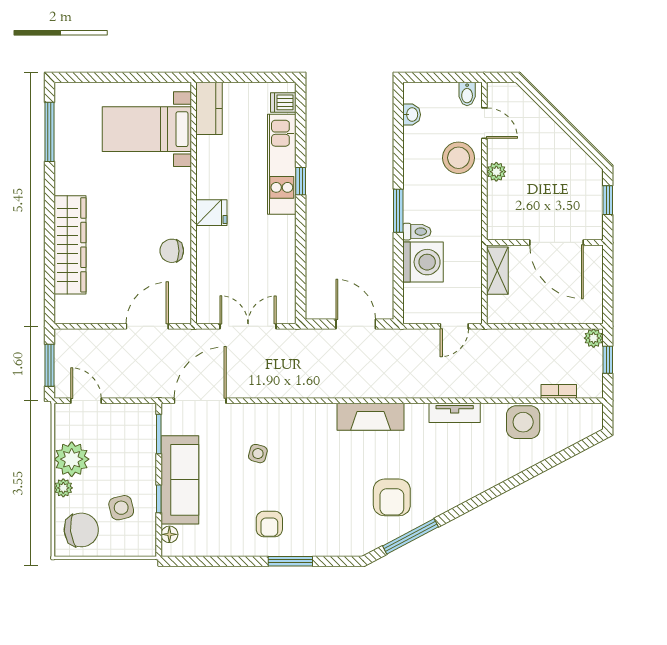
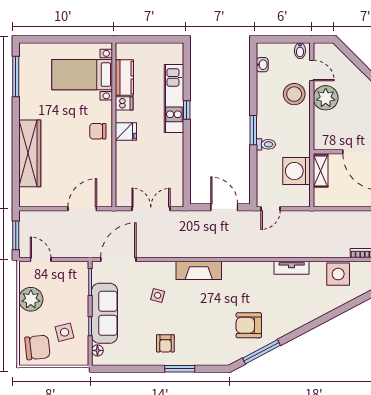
dishwasher: (283, 102) -> (124, 103), moved, turned 180
kitchen counter: (209, 108) -> (124, 78), moved
plant: (496, 172) -> (326, 98), width x1.87, depth x1.87
chair: (172, 251) -> (98, 131), moved
washing machine: (423, 262) -> (297, 171), moved, turned 180
door: (454, 326) -> (271, 209), moved
fireplace: (371, 417) -> (199, 270), moved
plant: (63, 488) -> (25, 319), removed
armchair: (392, 497) -> (249, 325), turned 90

